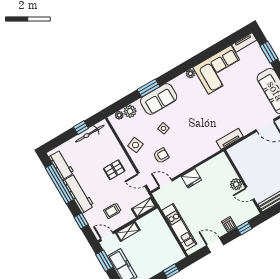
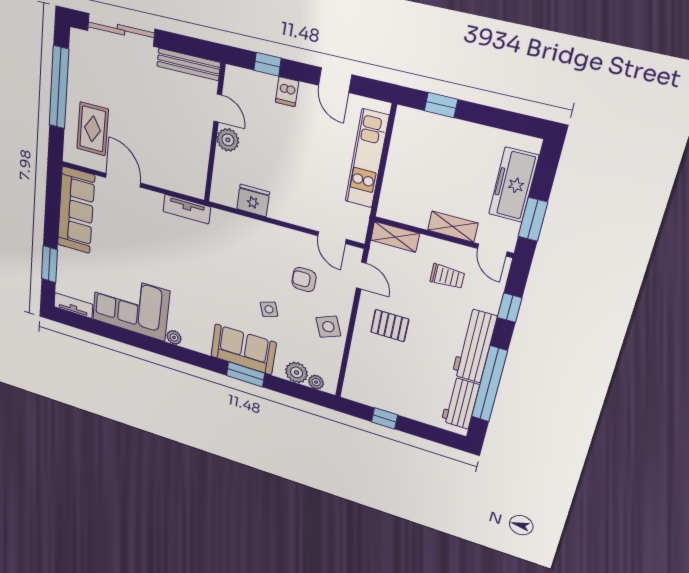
bicycle: (90, 134) -> (379, 400), removed
fridge: (191, 178) -> (253, 200), moved

